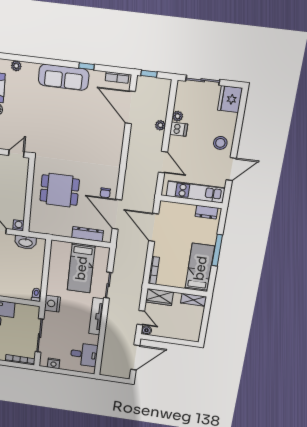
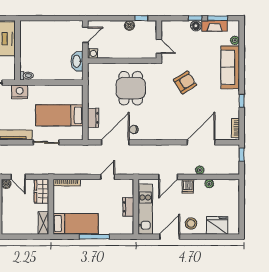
sofa: (64, 77) -> (230, 67), moved
sliding door: (203, 80) -> (242, 200), removed
fridge: (230, 99) -> (217, 225), moved
door: (130, 107) -> (201, 142), moved
armchair: (59, 129) -> (185, 82), added
dishwasher: (179, 129) -> (188, 186), moved
door: (231, 169) -> (170, 237), swing flipped
dresser: (207, 212) -> (128, 207), moved
door: (154, 227) -> (108, 177), width x0.53
dresser: (88, 234) -> (93, 118), width x0.70
door: (141, 318) -> (18, 177), hinge flipped

